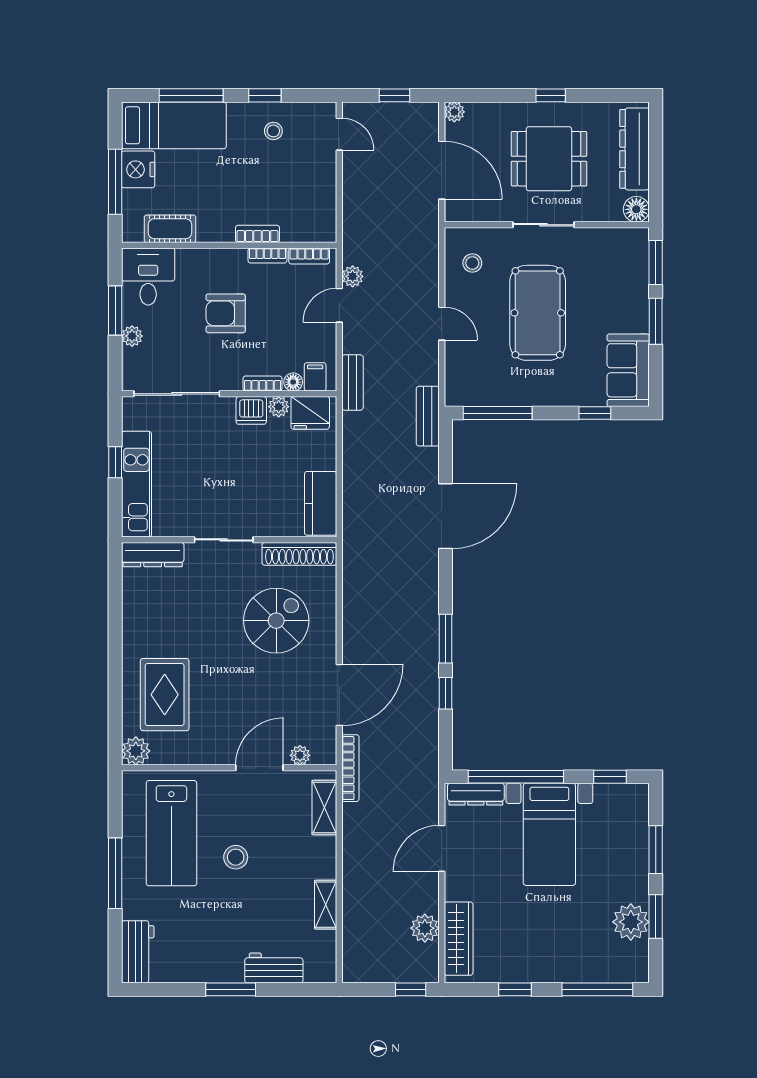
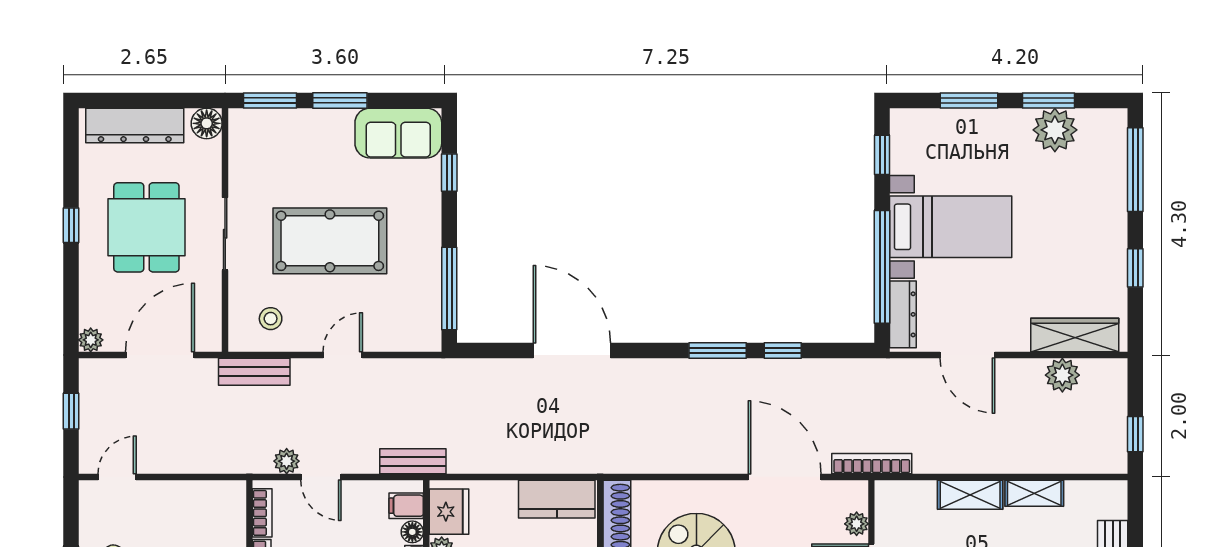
bench: (428, 416) -> (254, 372), moved
shelving: (324, 807) -> (970, 495), moved
window: (411, 989) -> (1135, 434), moved

